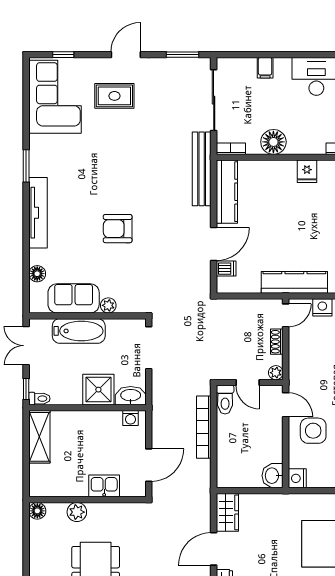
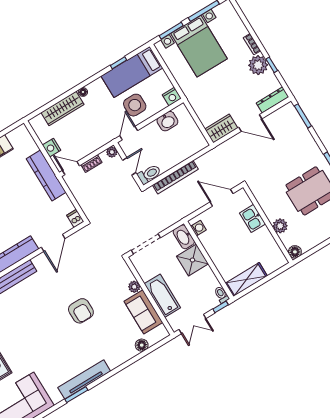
tv unit: (38, 213) -> (84, 379), moved
door: (214, 244) -> (53, 243), swing flipped
dishwasher: (226, 269) -> (75, 218), moved
washbasin: (273, 476) -> (167, 121), moved

